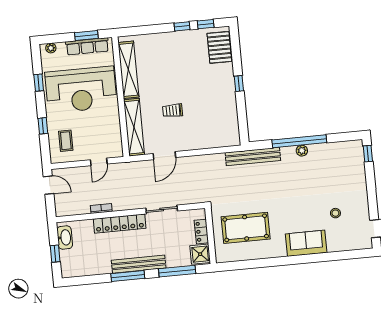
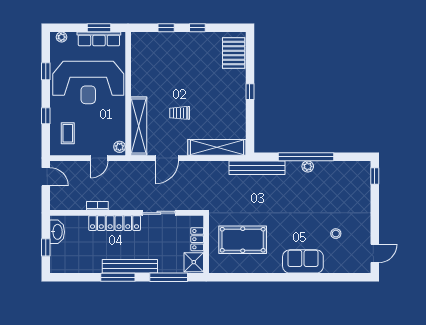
window: (206, 24) -> (166, 28), moved
shelving: (128, 70) -> (217, 147), moved, turned 90
plant: (117, 149) -> (120, 147), added

